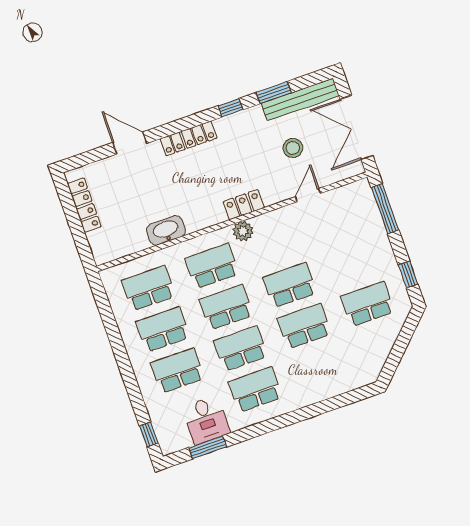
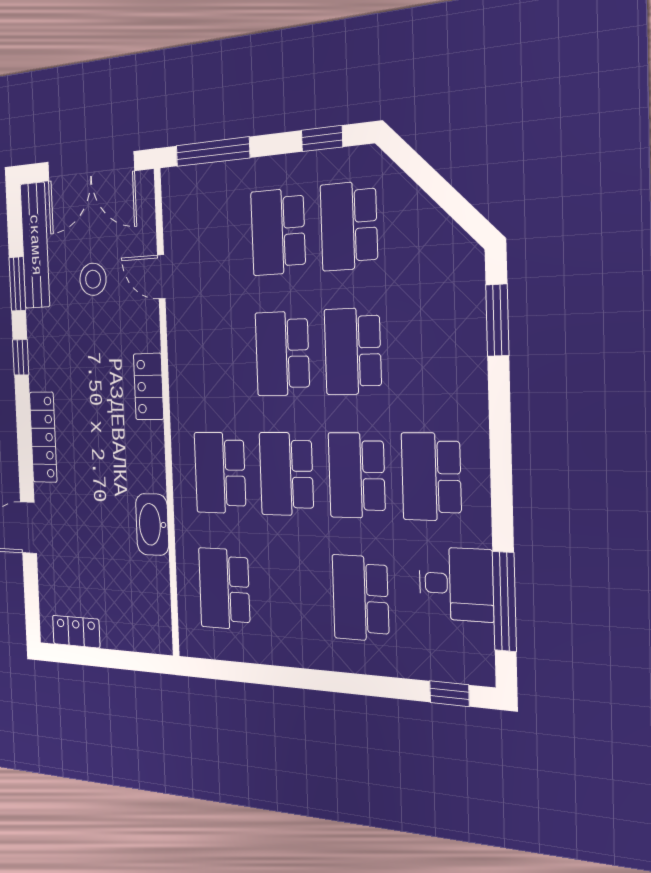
locker: (84, 205) -> (76, 632), width x0.66
plant: (243, 231) -> (184, 402), removed
school desk: (163, 329) -> (278, 232), moved
window: (344, 400) -> (497, 320), added
window: (208, 447) -> (504, 601), width x1.44

